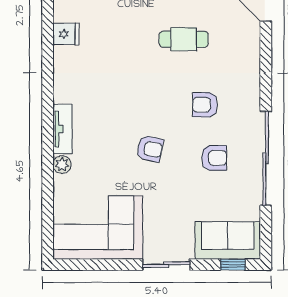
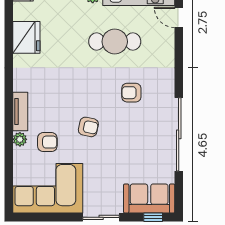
fridge: (66, 34) -> (26, 37), width x1.88, depth x1.34
cafe table: (184, 39) -> (115, 42), width x1.37, depth x1.35
armchair: (214, 158) -> (47, 142), moved

